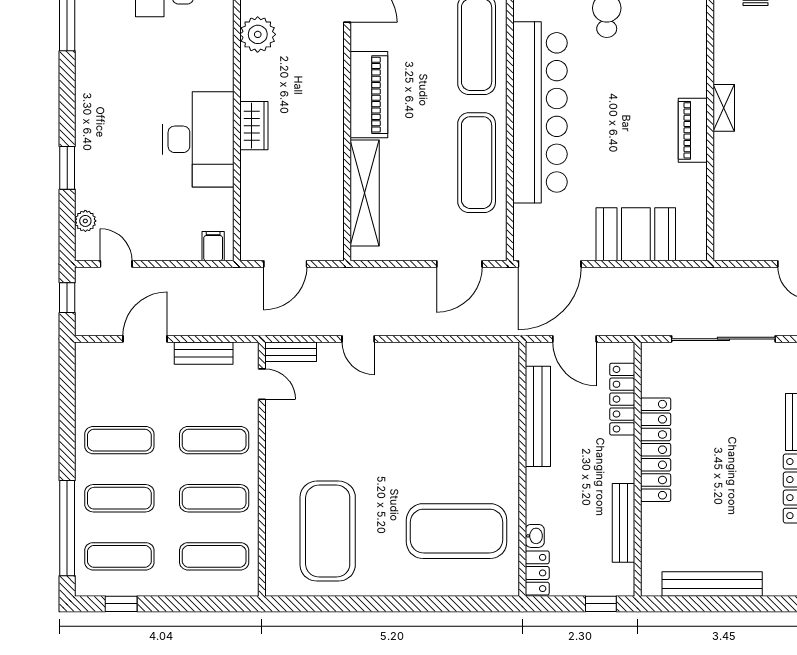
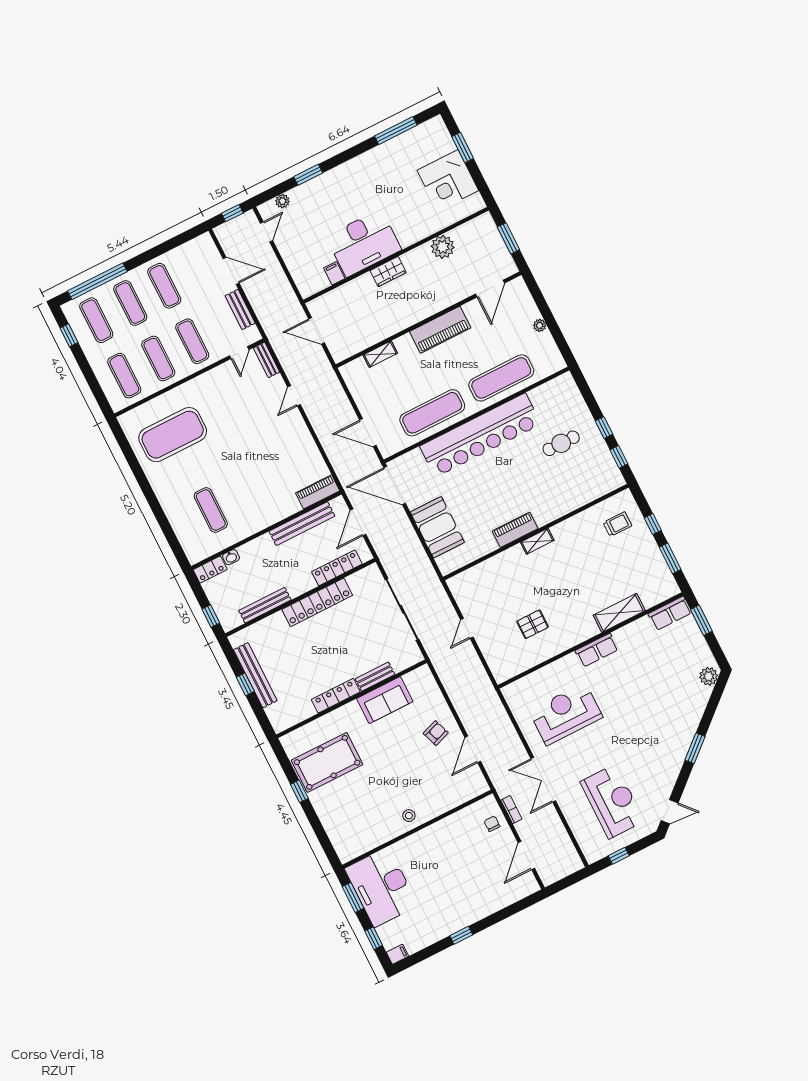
shelving: (365, 193) -> (380, 354), width x0.45, depth x0.75
filing cabinet: (213, 246) -> (334, 273), moved, turned -90
piano: (505, 373) -> (318, 492), added
exercise mat: (457, 531) -> (211, 510), width x0.50, depth x0.69
window: (718, 604) -> (245, 684), added

